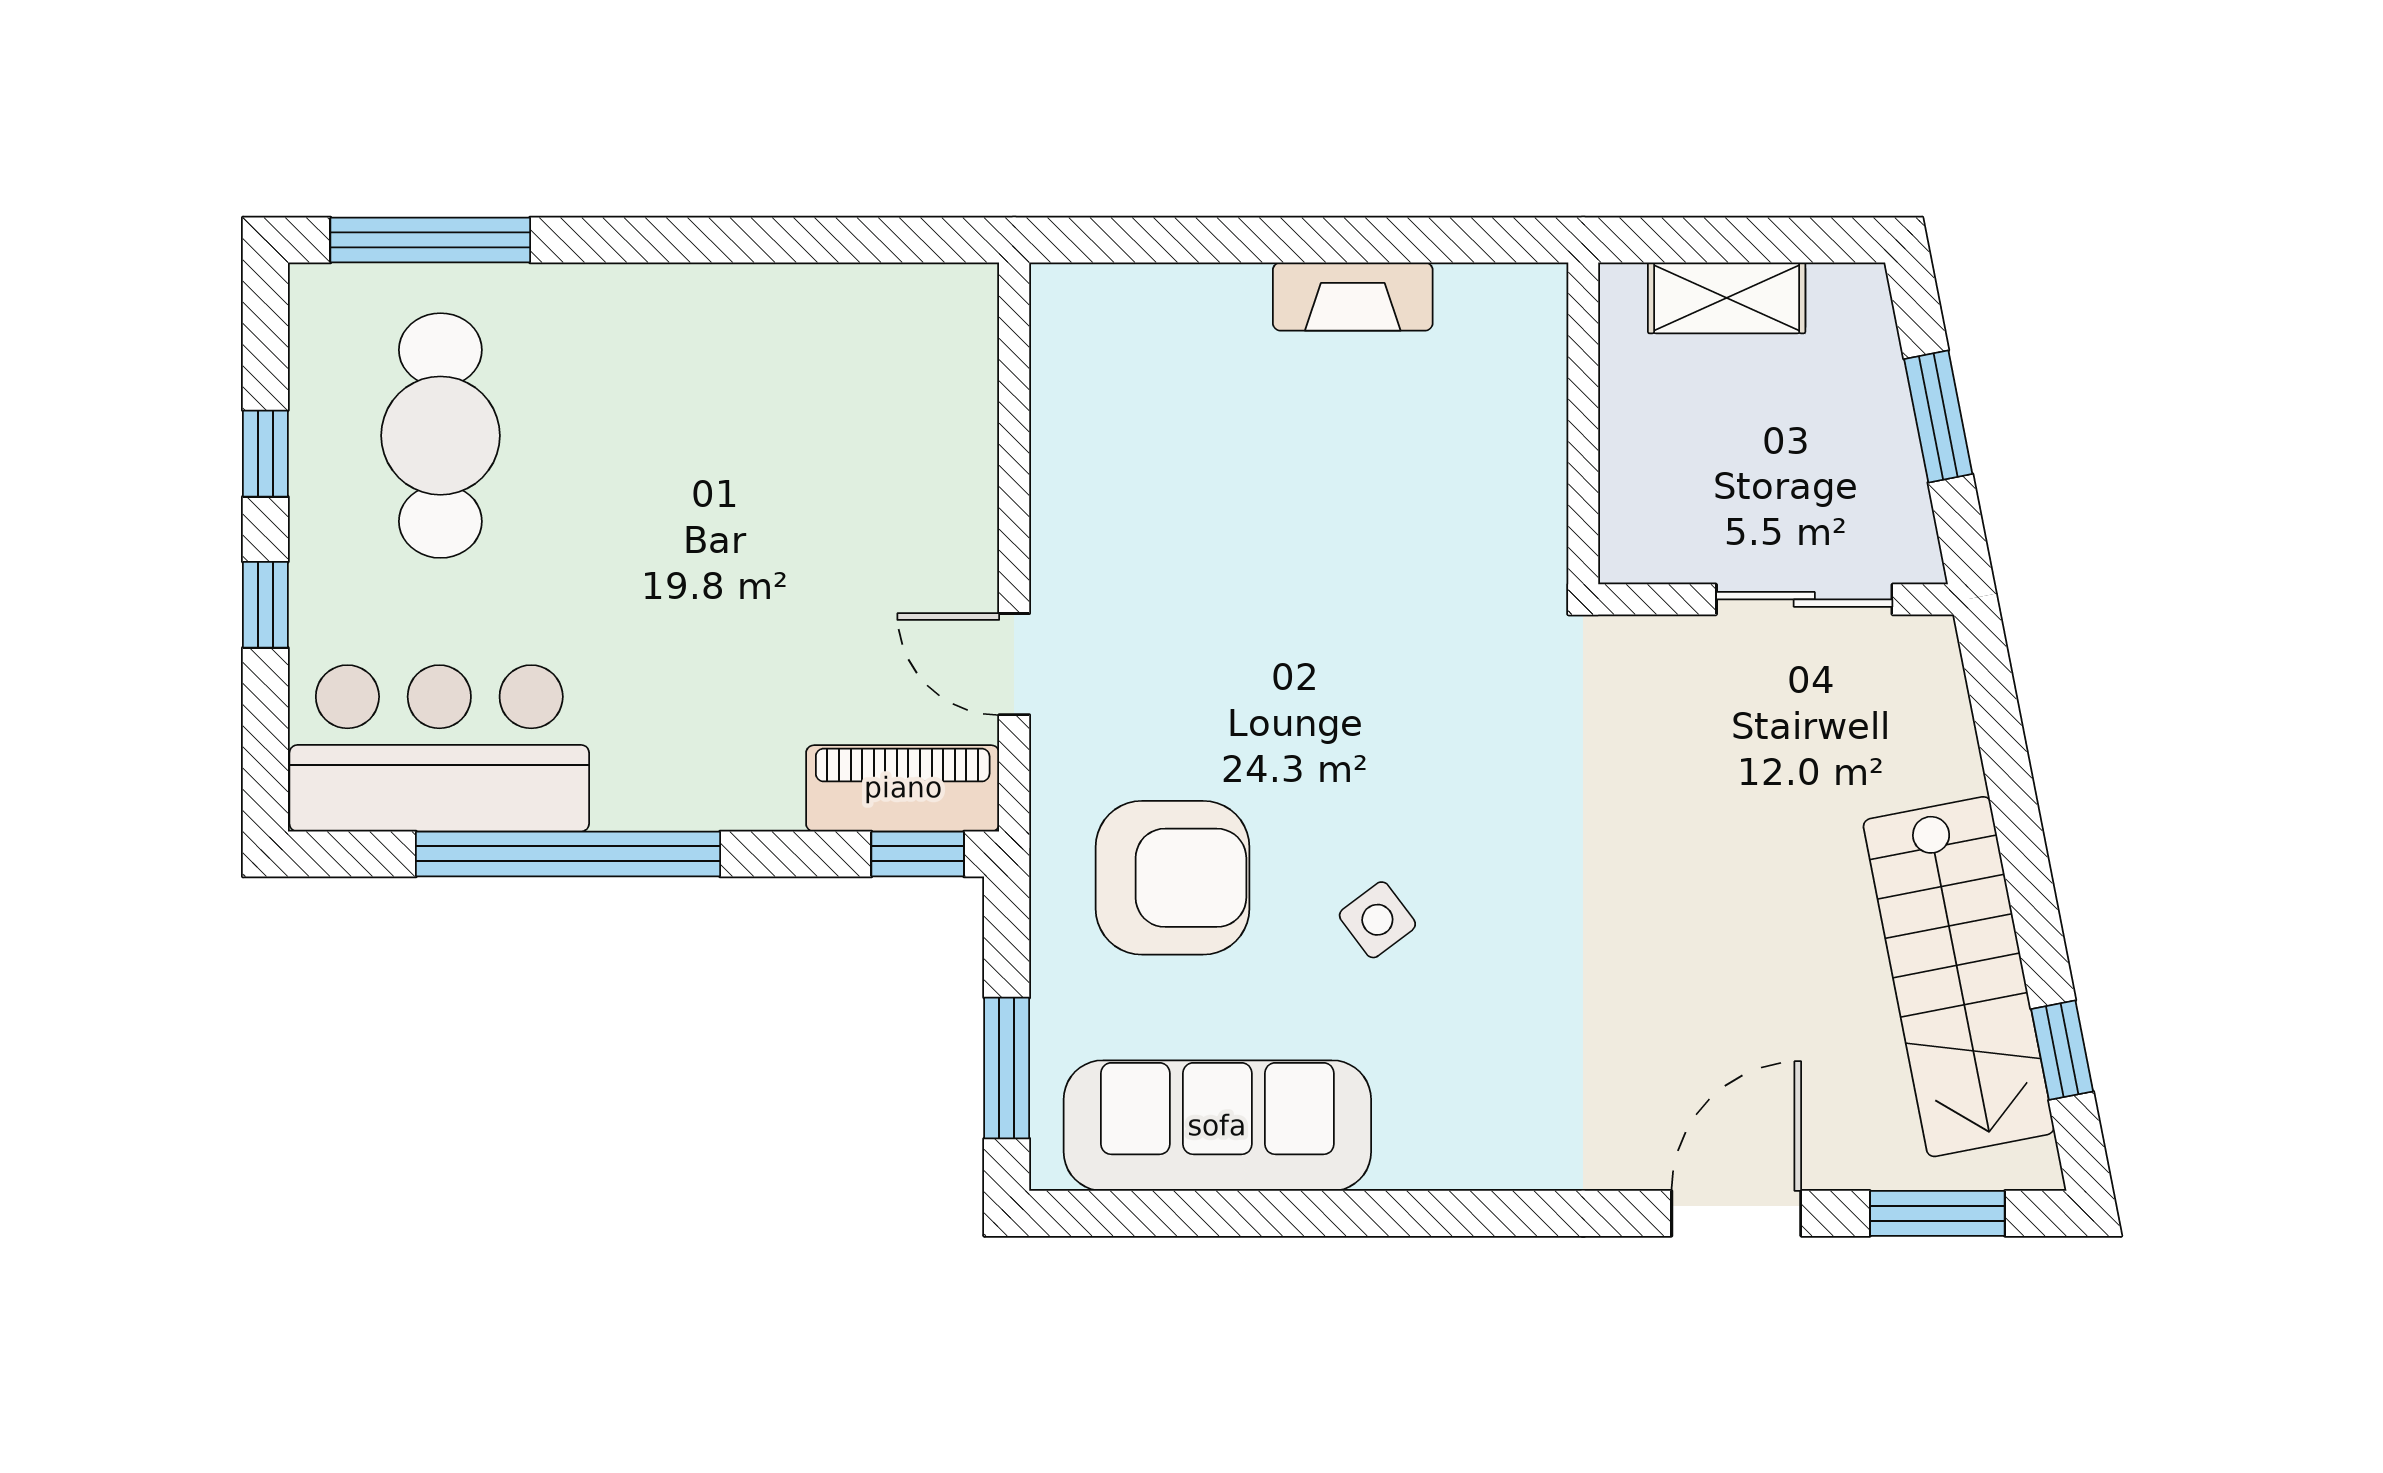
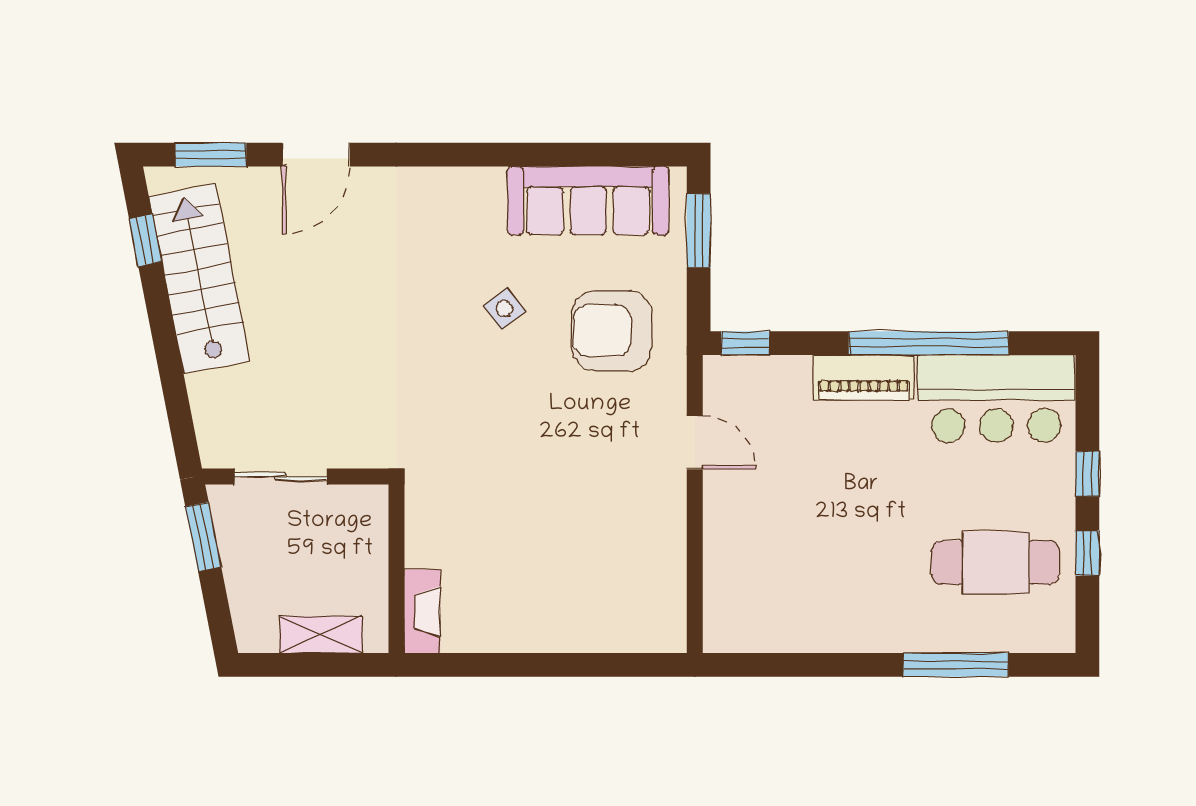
window: (430, 240) -> (956, 665), moved
fireplace: (1353, 297) -> (422, 611), moved, turned 90
window: (1938, 417) -> (203, 537), moved
cafe table: (440, 436) -> (996, 562), turned 90
piano: (903, 788) -> (864, 377), moved

